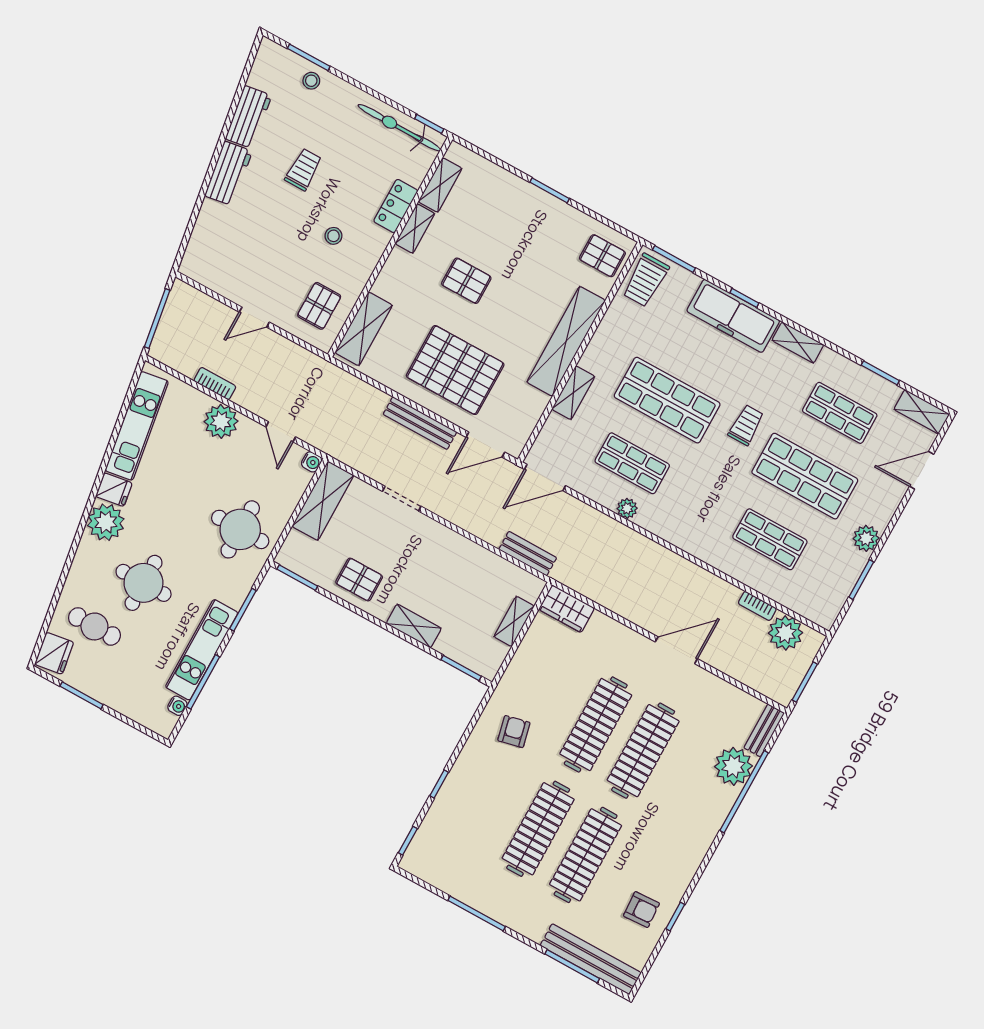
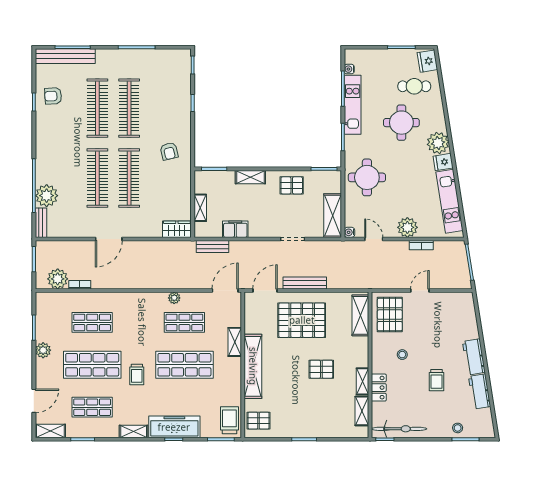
pallet: (319, 306) -> (390, 315), width x1.50, depth x1.42
filing cabinet: (479, 561) -> (235, 229), added

